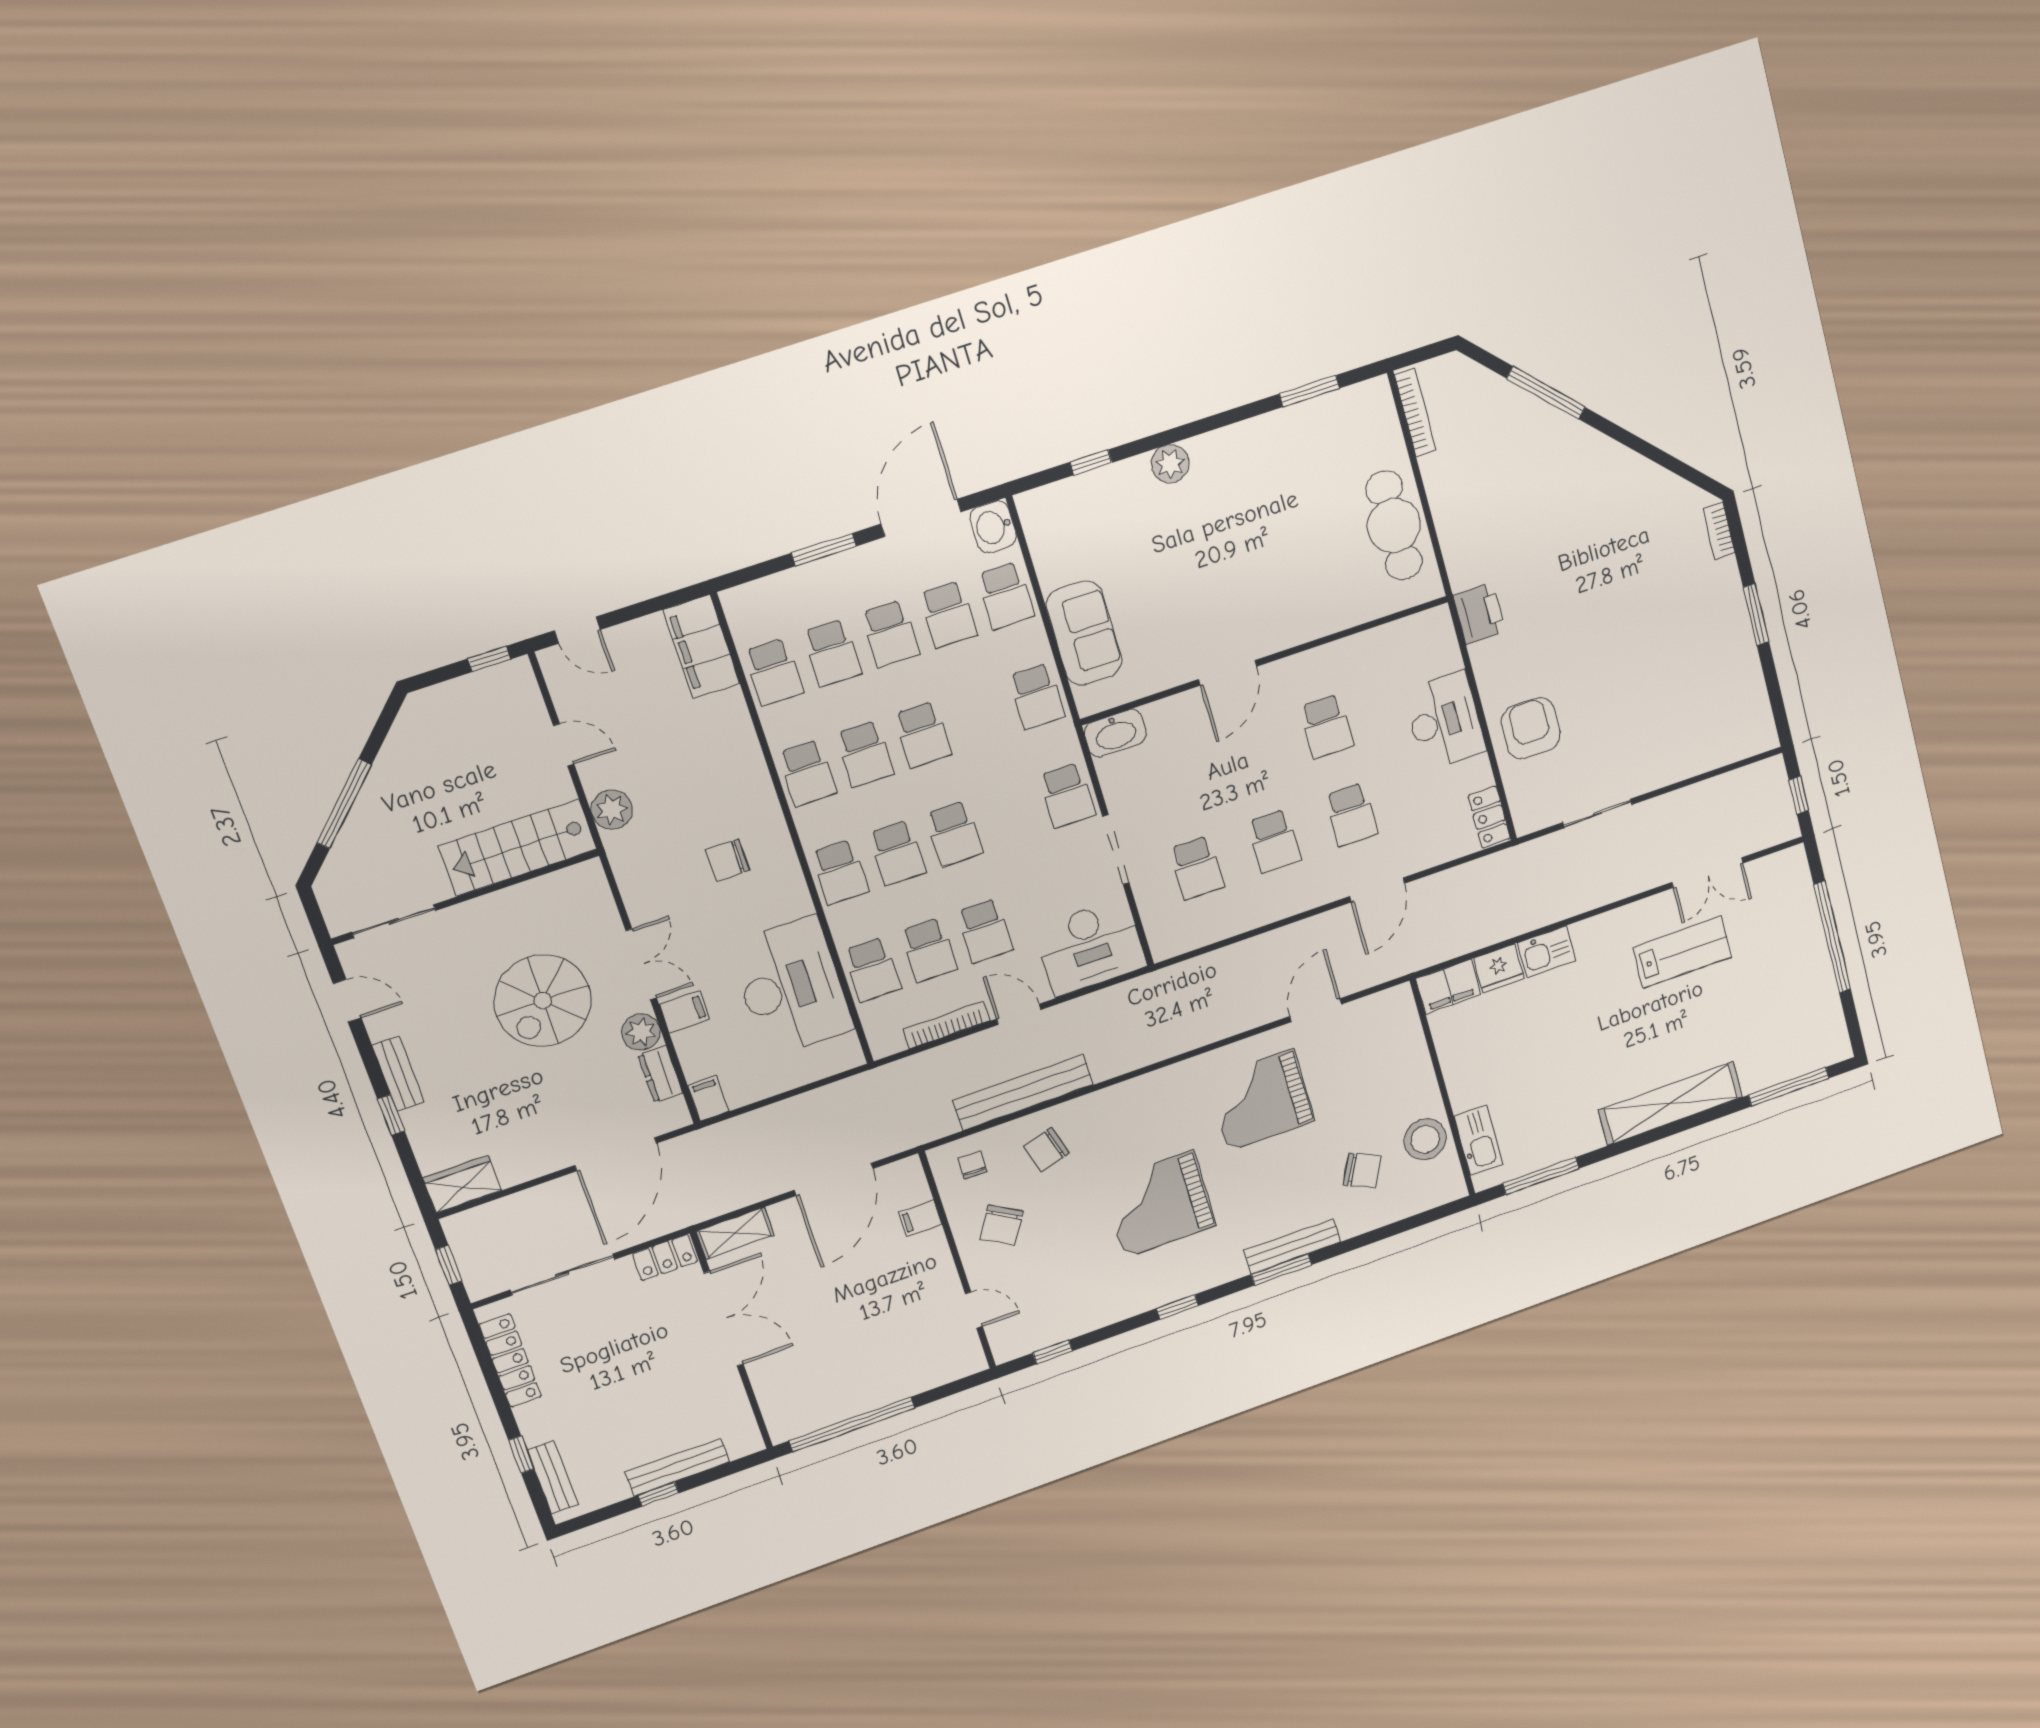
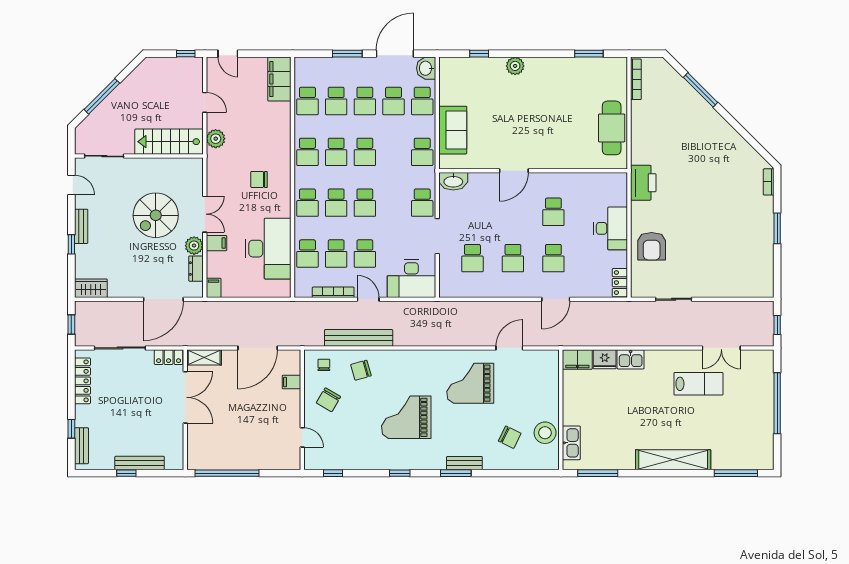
printer: (1479, 613) -> (643, 183), width x1.37, depth x1.19
armchair: (1531, 728) -> (652, 246), turned 180
bench: (1292, 1246) -> (464, 463), width x0.73

